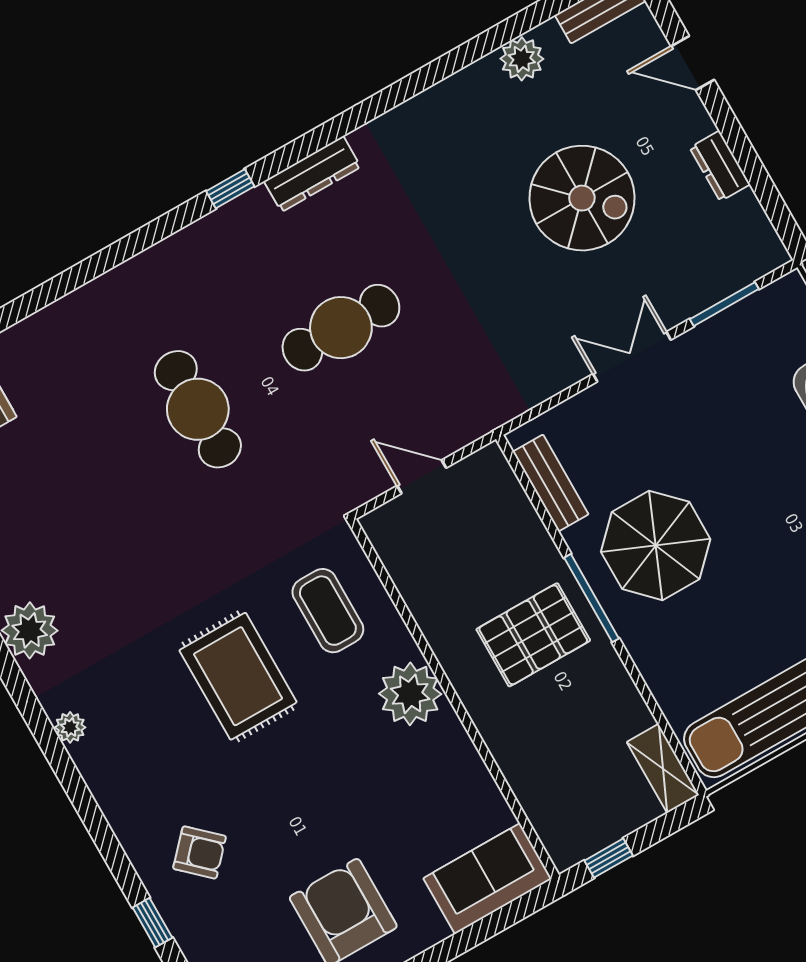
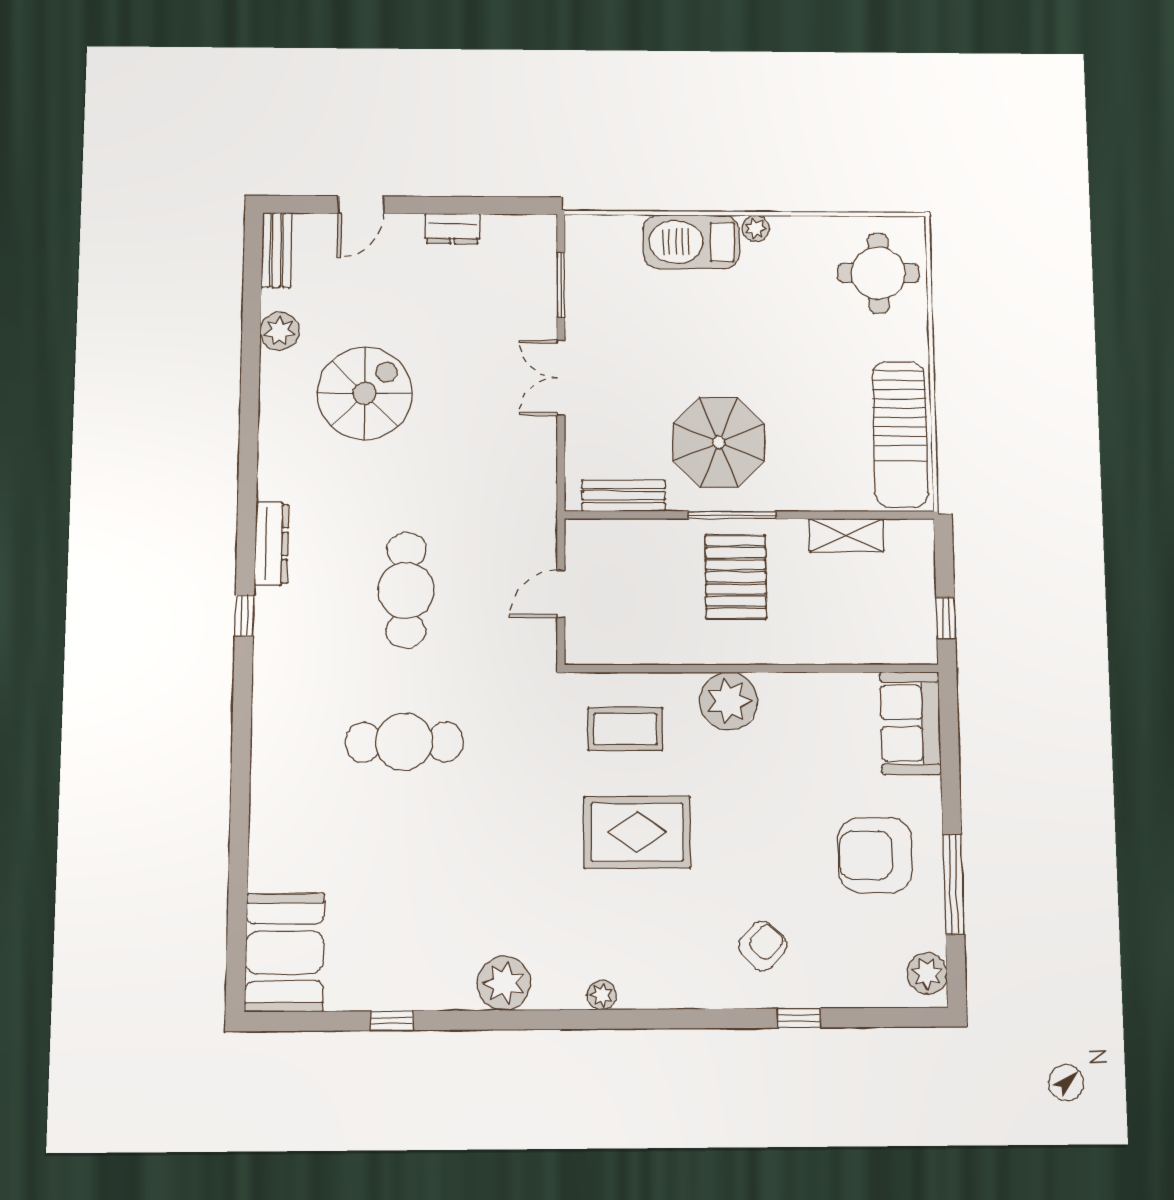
spiral stairs: (582, 198) -> (365, 393), moved
shelving: (663, 769) -> (846, 535), moved

